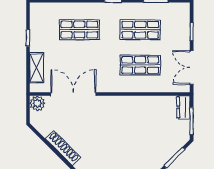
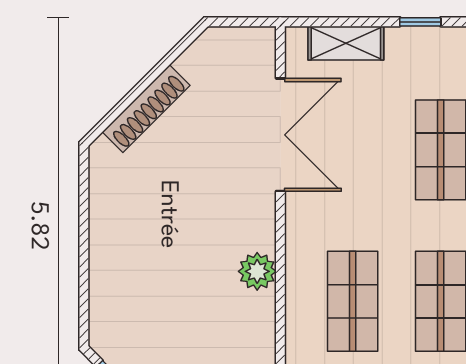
plant: (37, 103) -> (257, 271), moved

